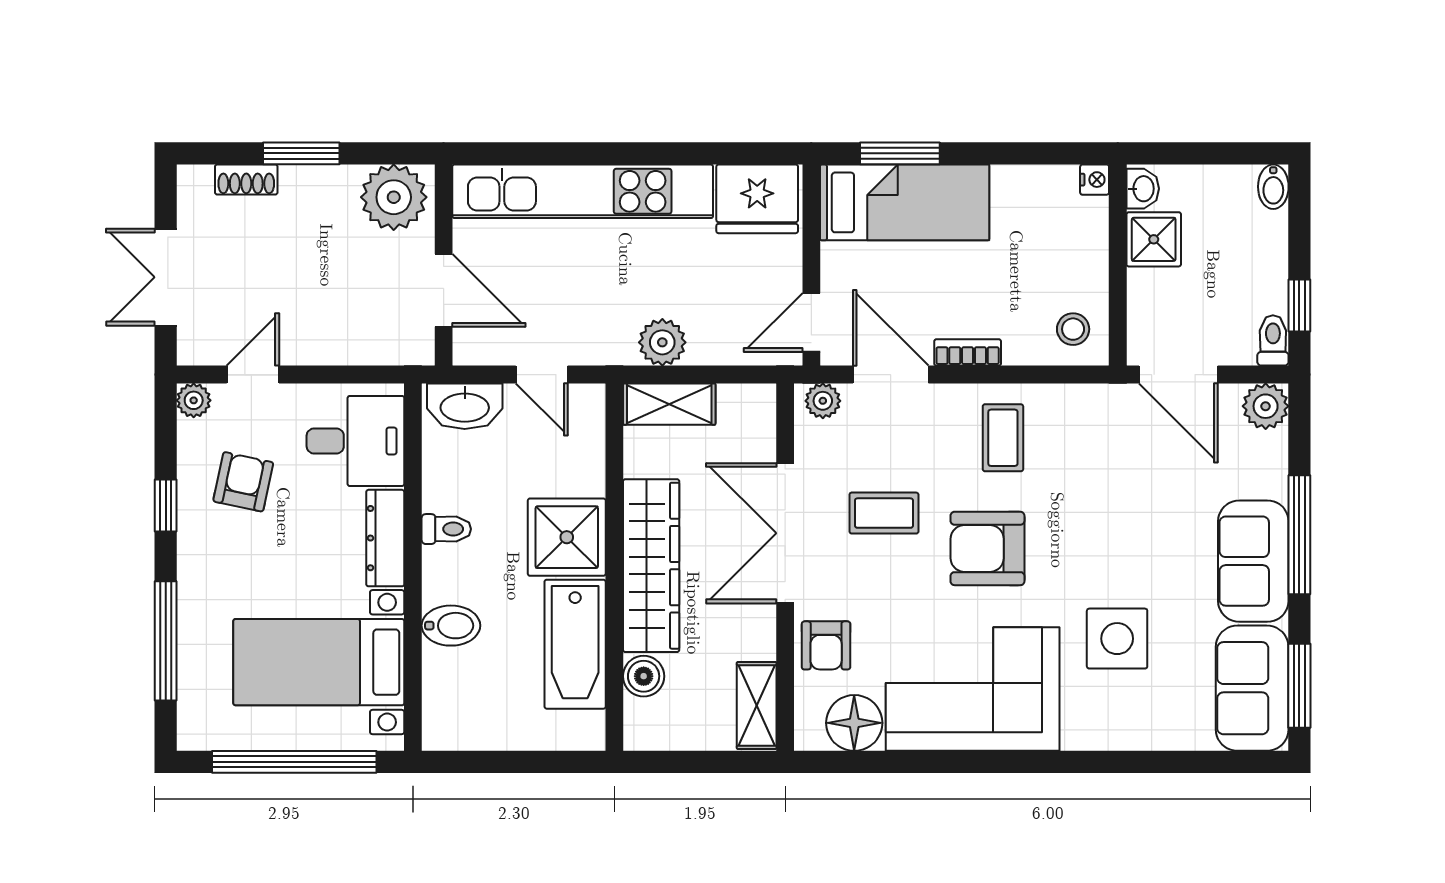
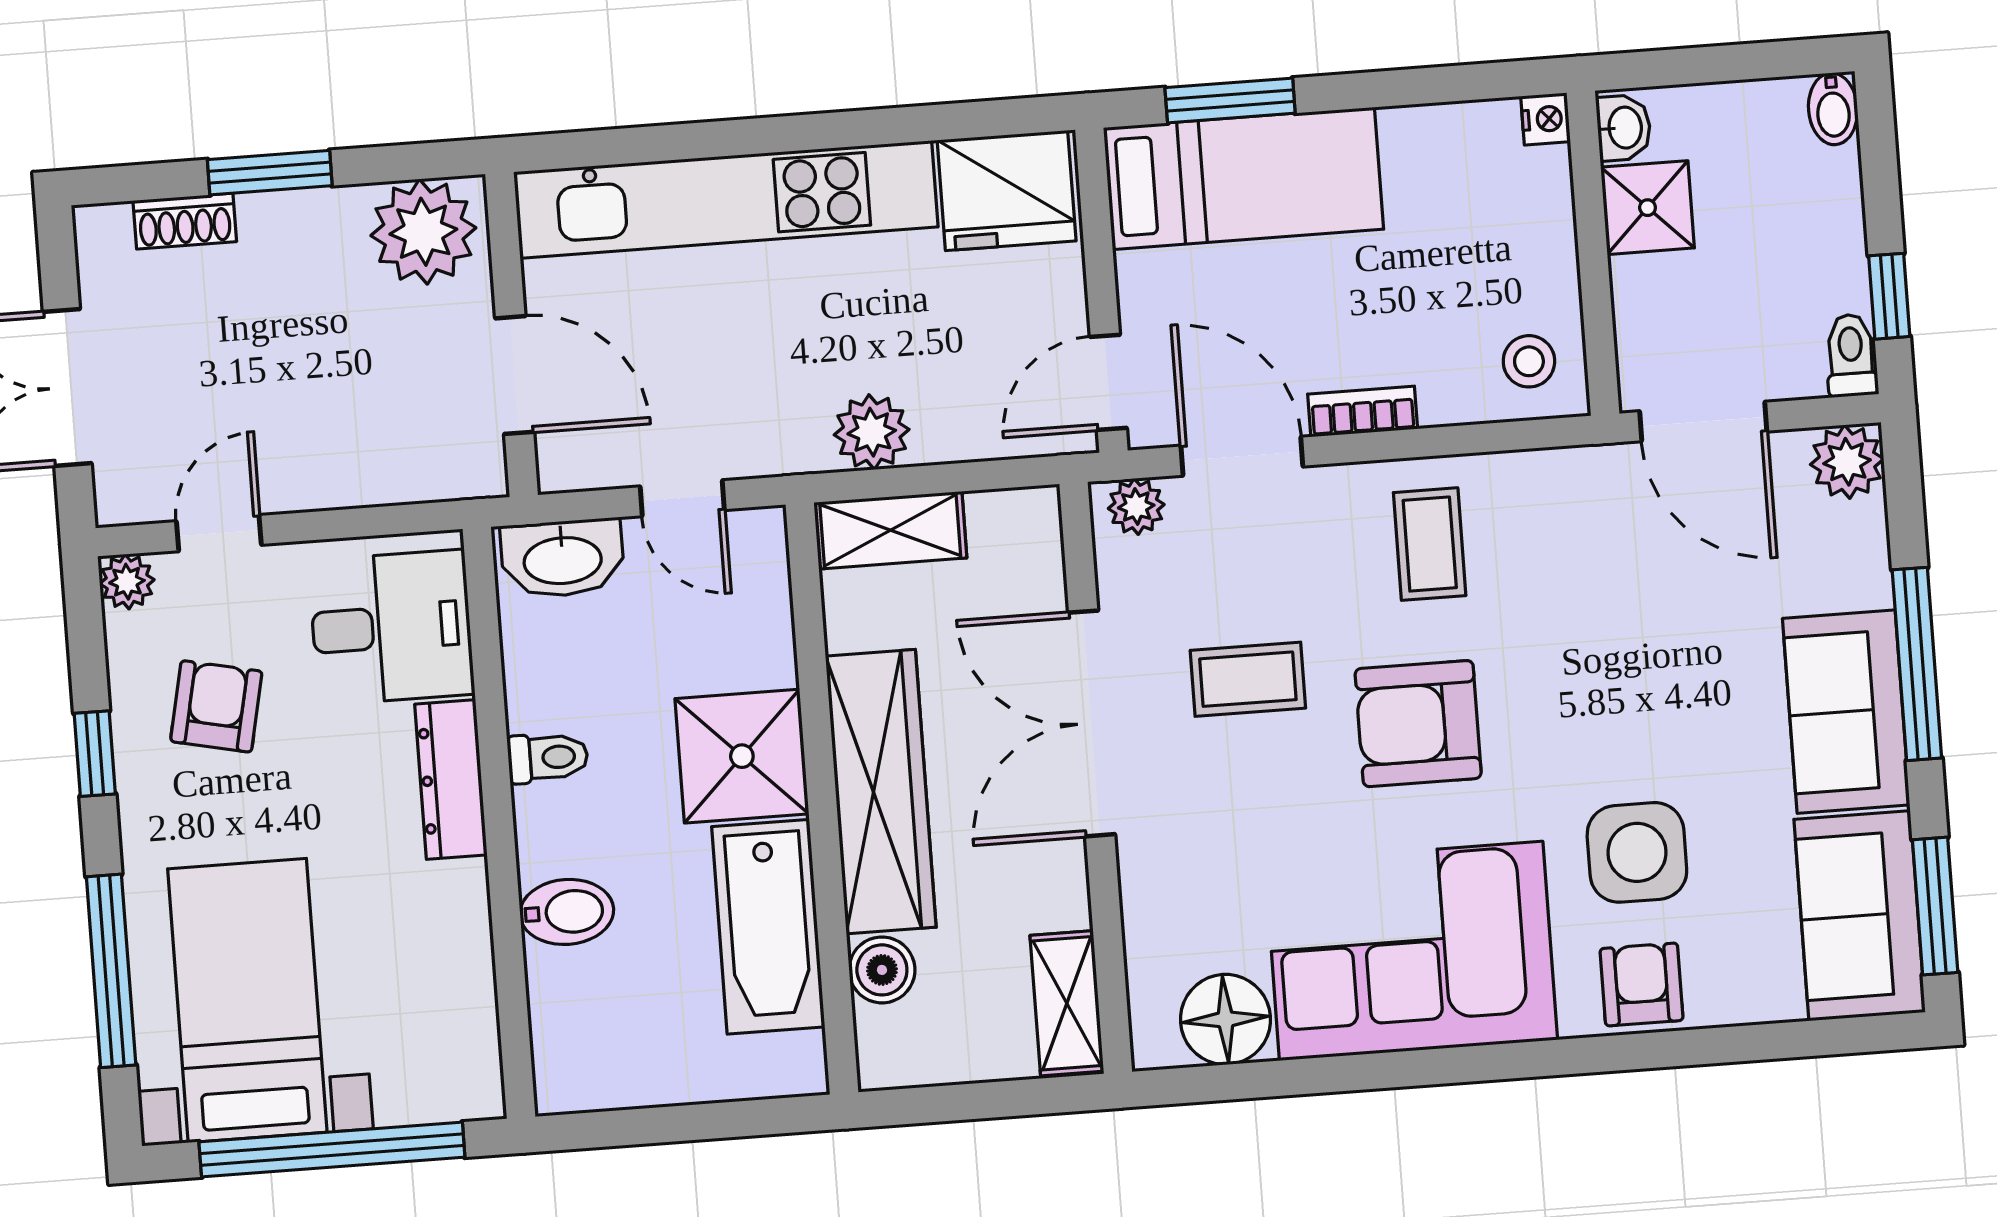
armchair: (826, 645) -> (1642, 984), moved, turned 180
bed with nightstands: (319, 662) -> (247, 1001), moved, turned 90

